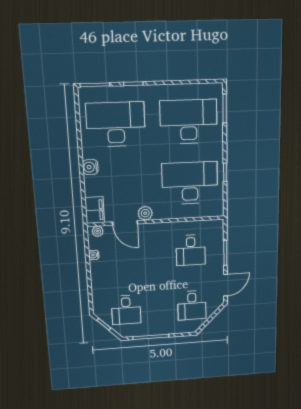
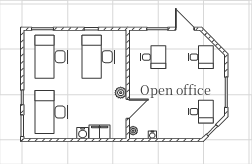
filing cabinet: (95, 210) -> (100, 132), moved

